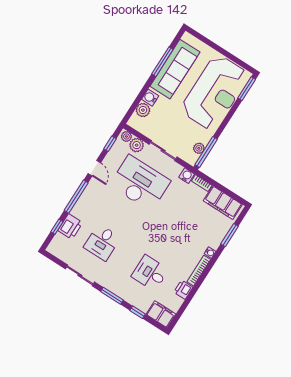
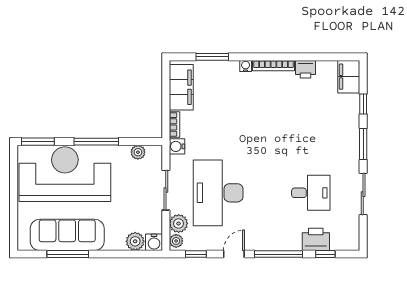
water cooler: (150, 98) -> (154, 242), moved
window: (206, 152) -> (96, 142), moved
desk: (150, 273) -> (311, 118), removed

